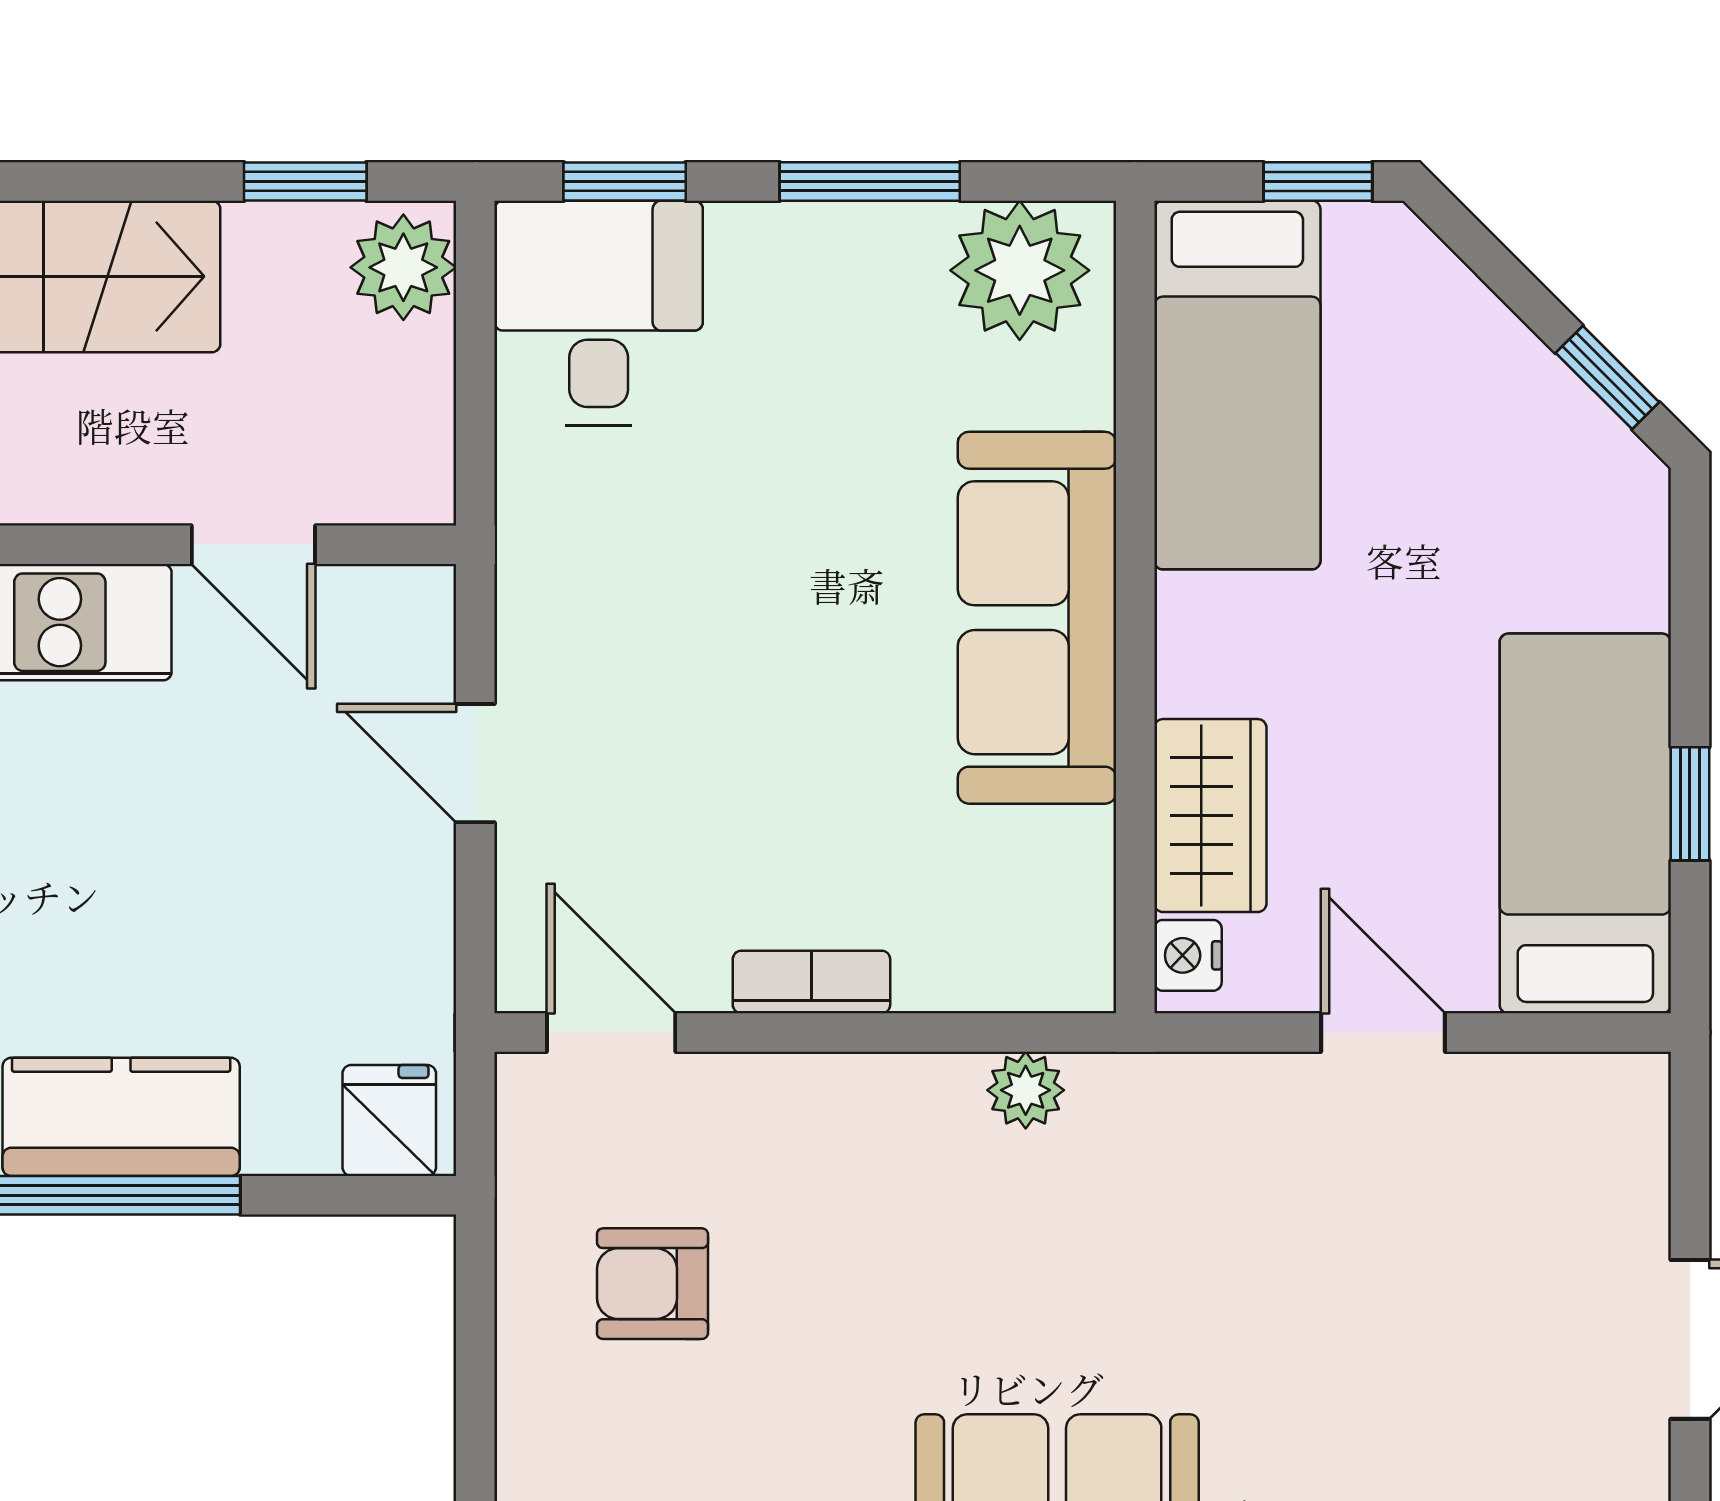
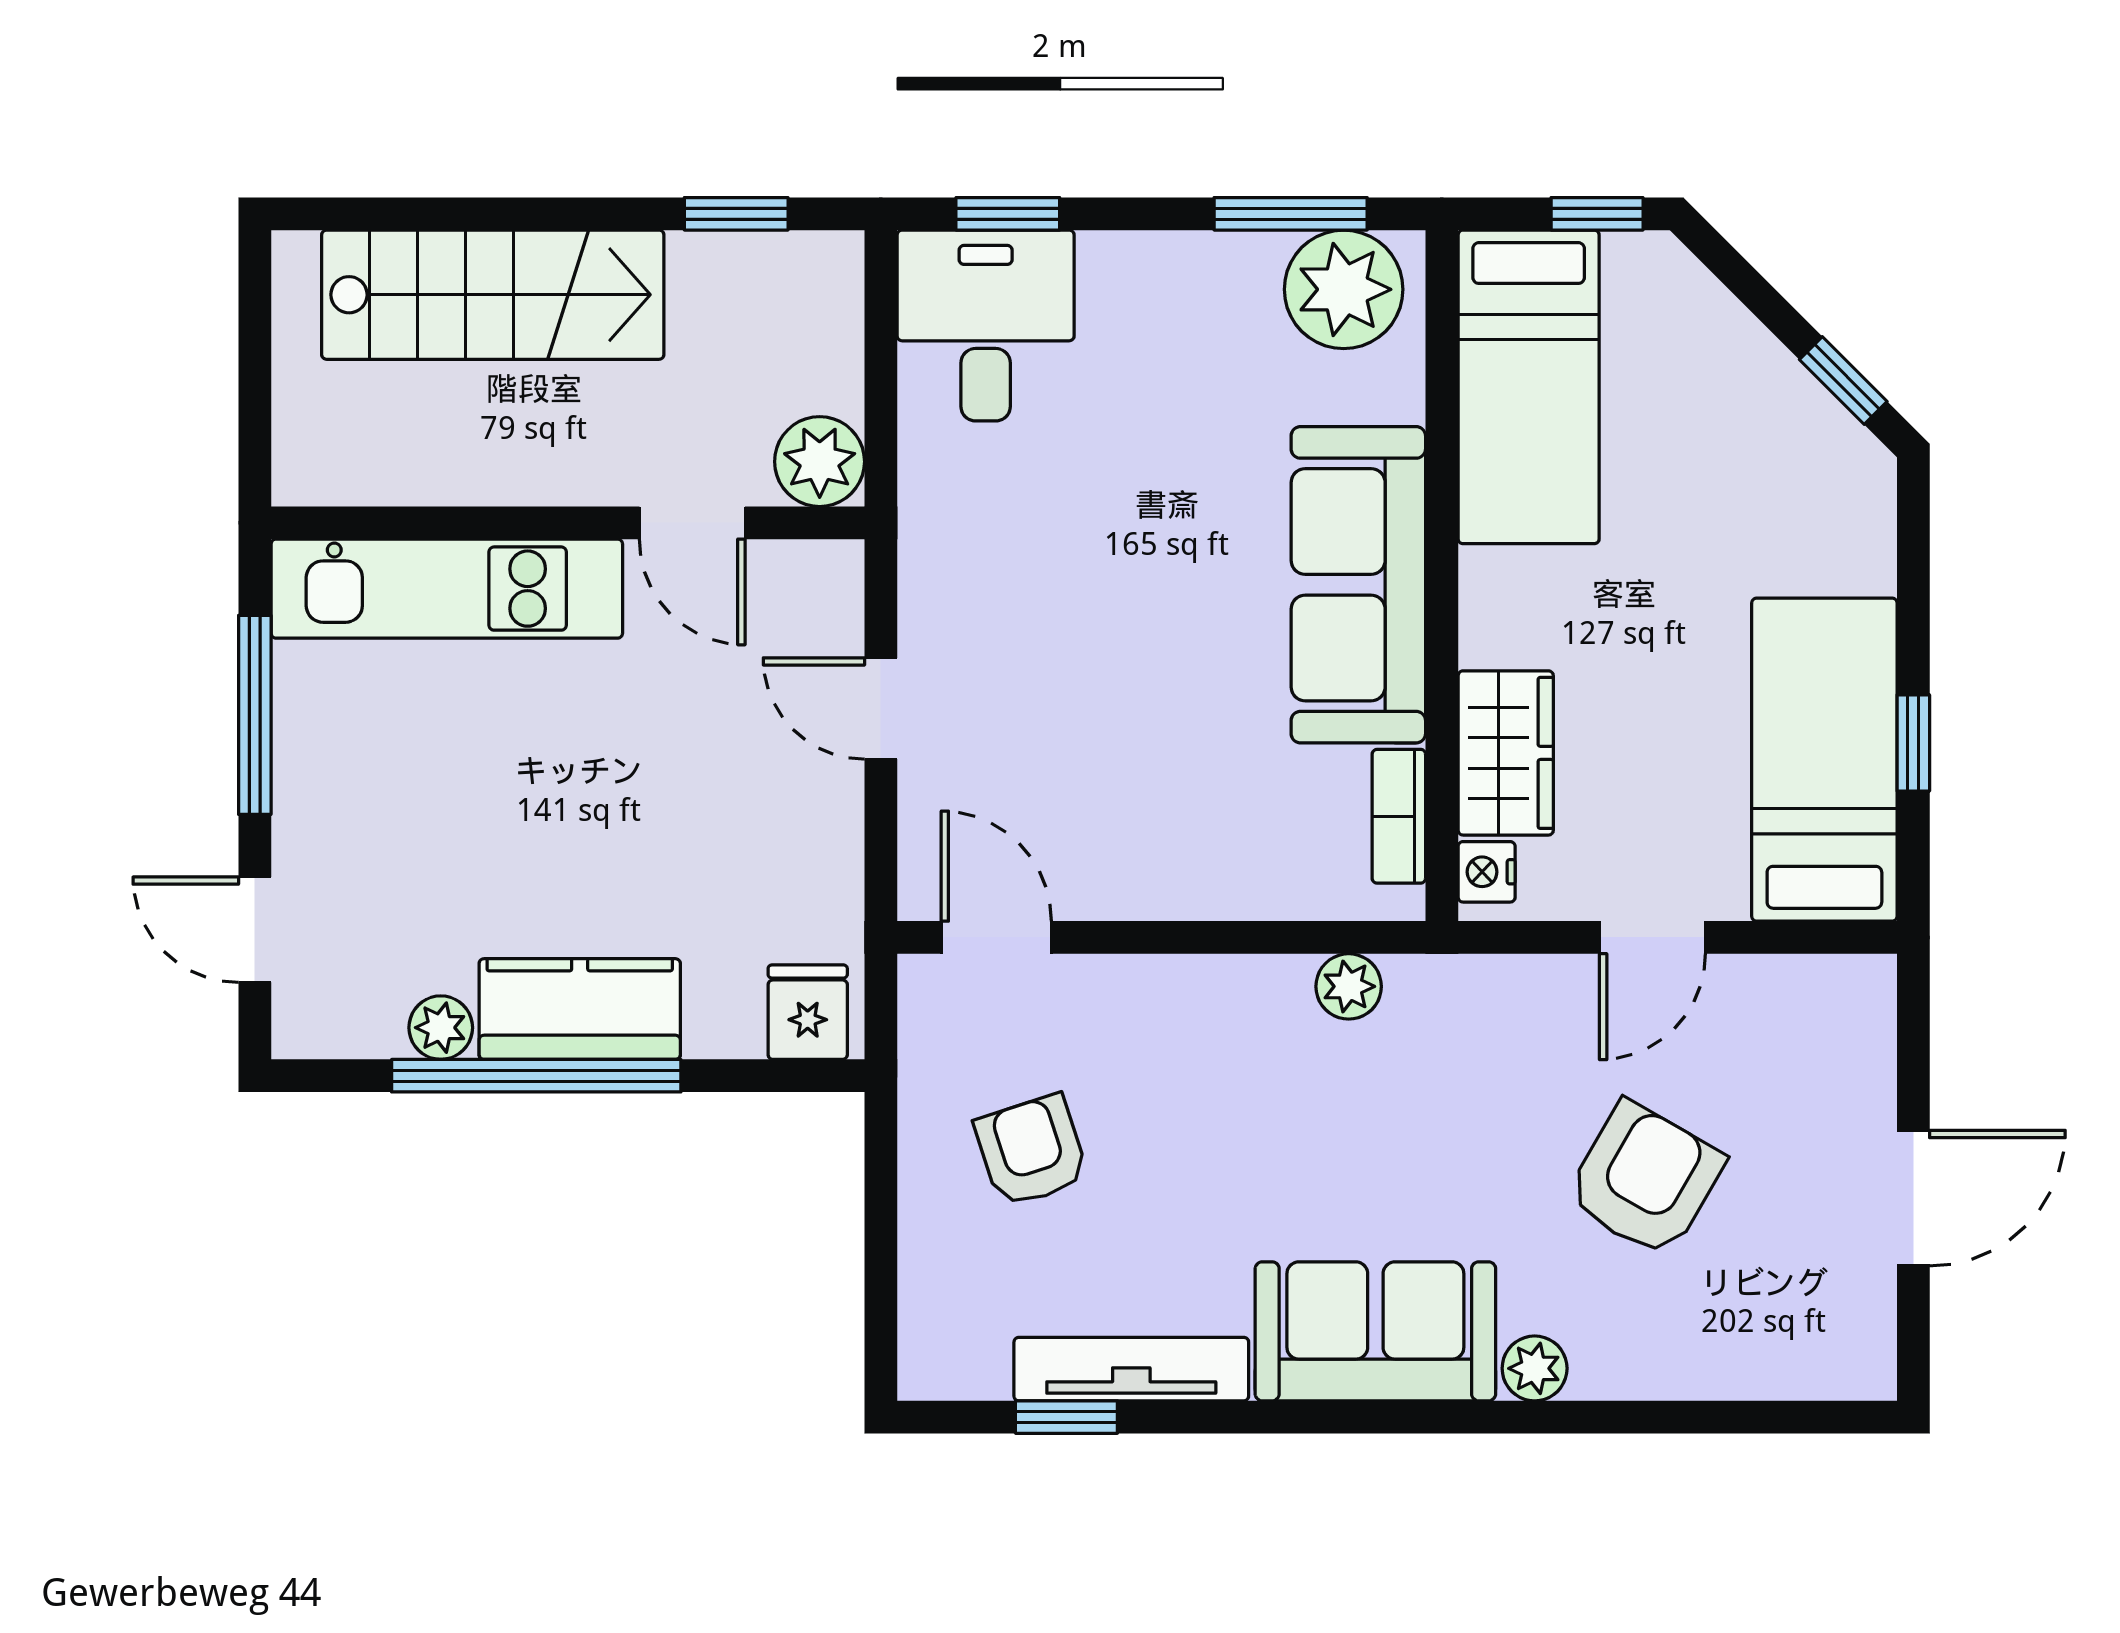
window: (870, 181) -> (1291, 214), moved
plant: (403, 267) -> (820, 462), moved
bookcase: (811, 982) -> (1399, 816), moved, turned -90
door: (1383, 1033) -> (1652, 937), swing flipped
armchair: (652, 1284) -> (1031, 1151), turned 72
armchair: (1374, 1317) -> (1645, 1179), added

